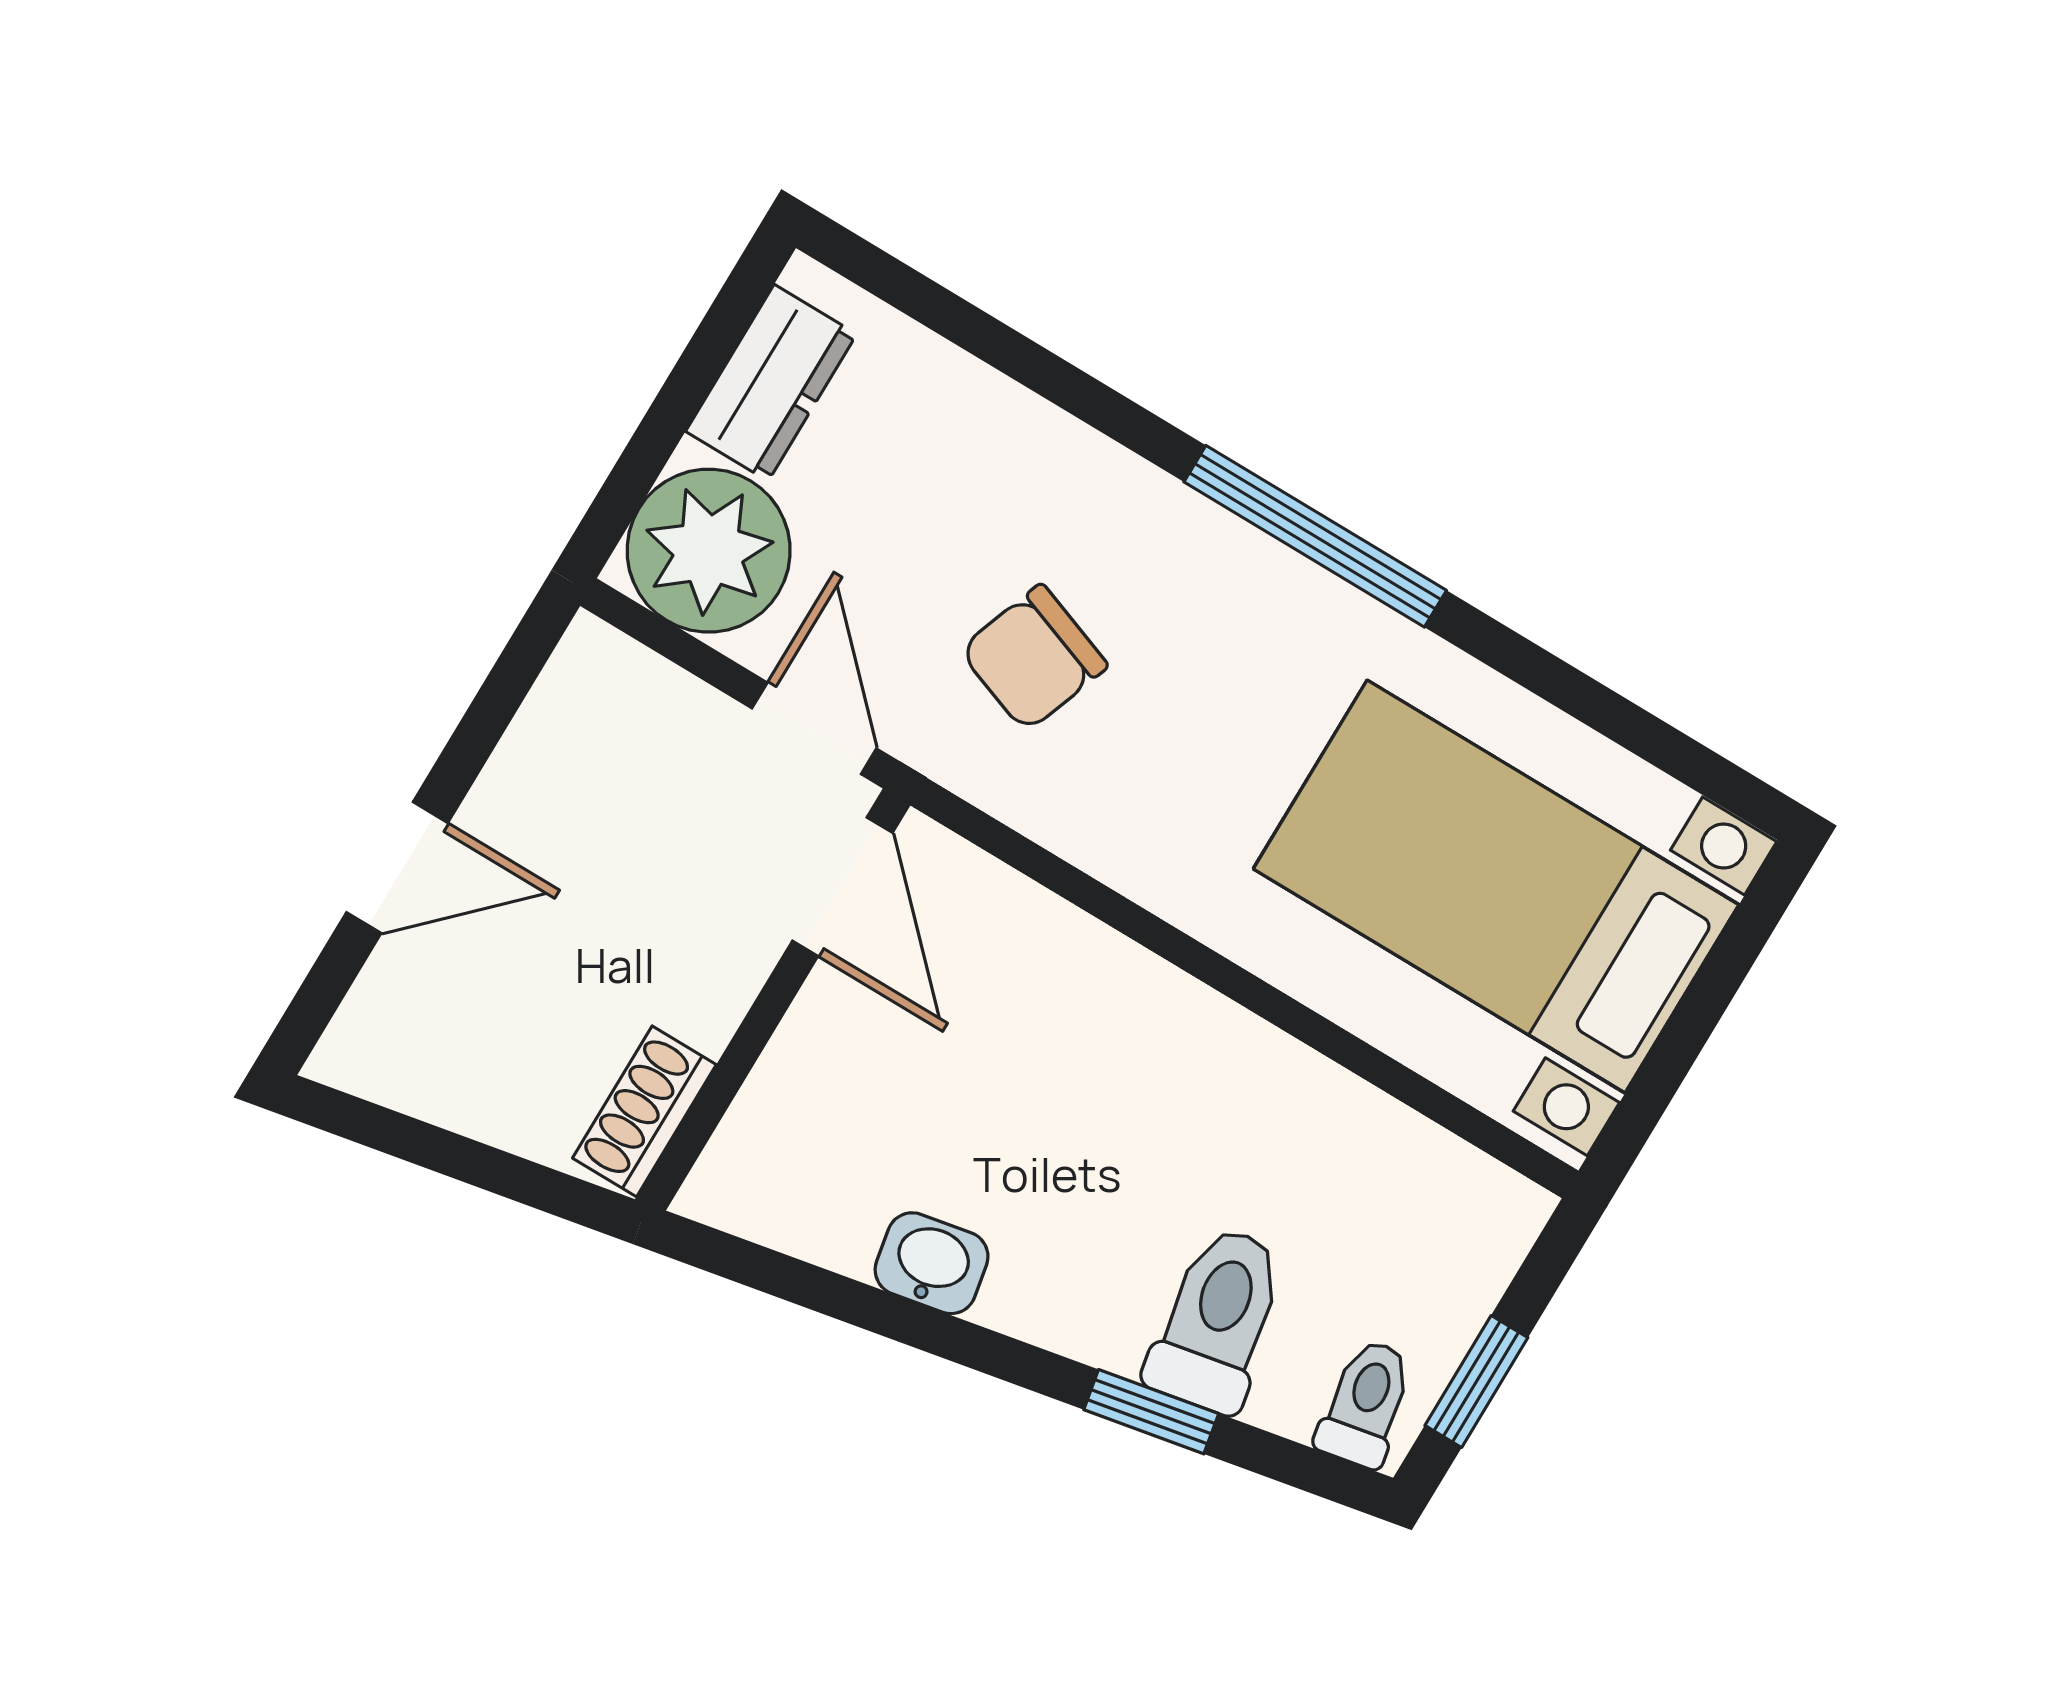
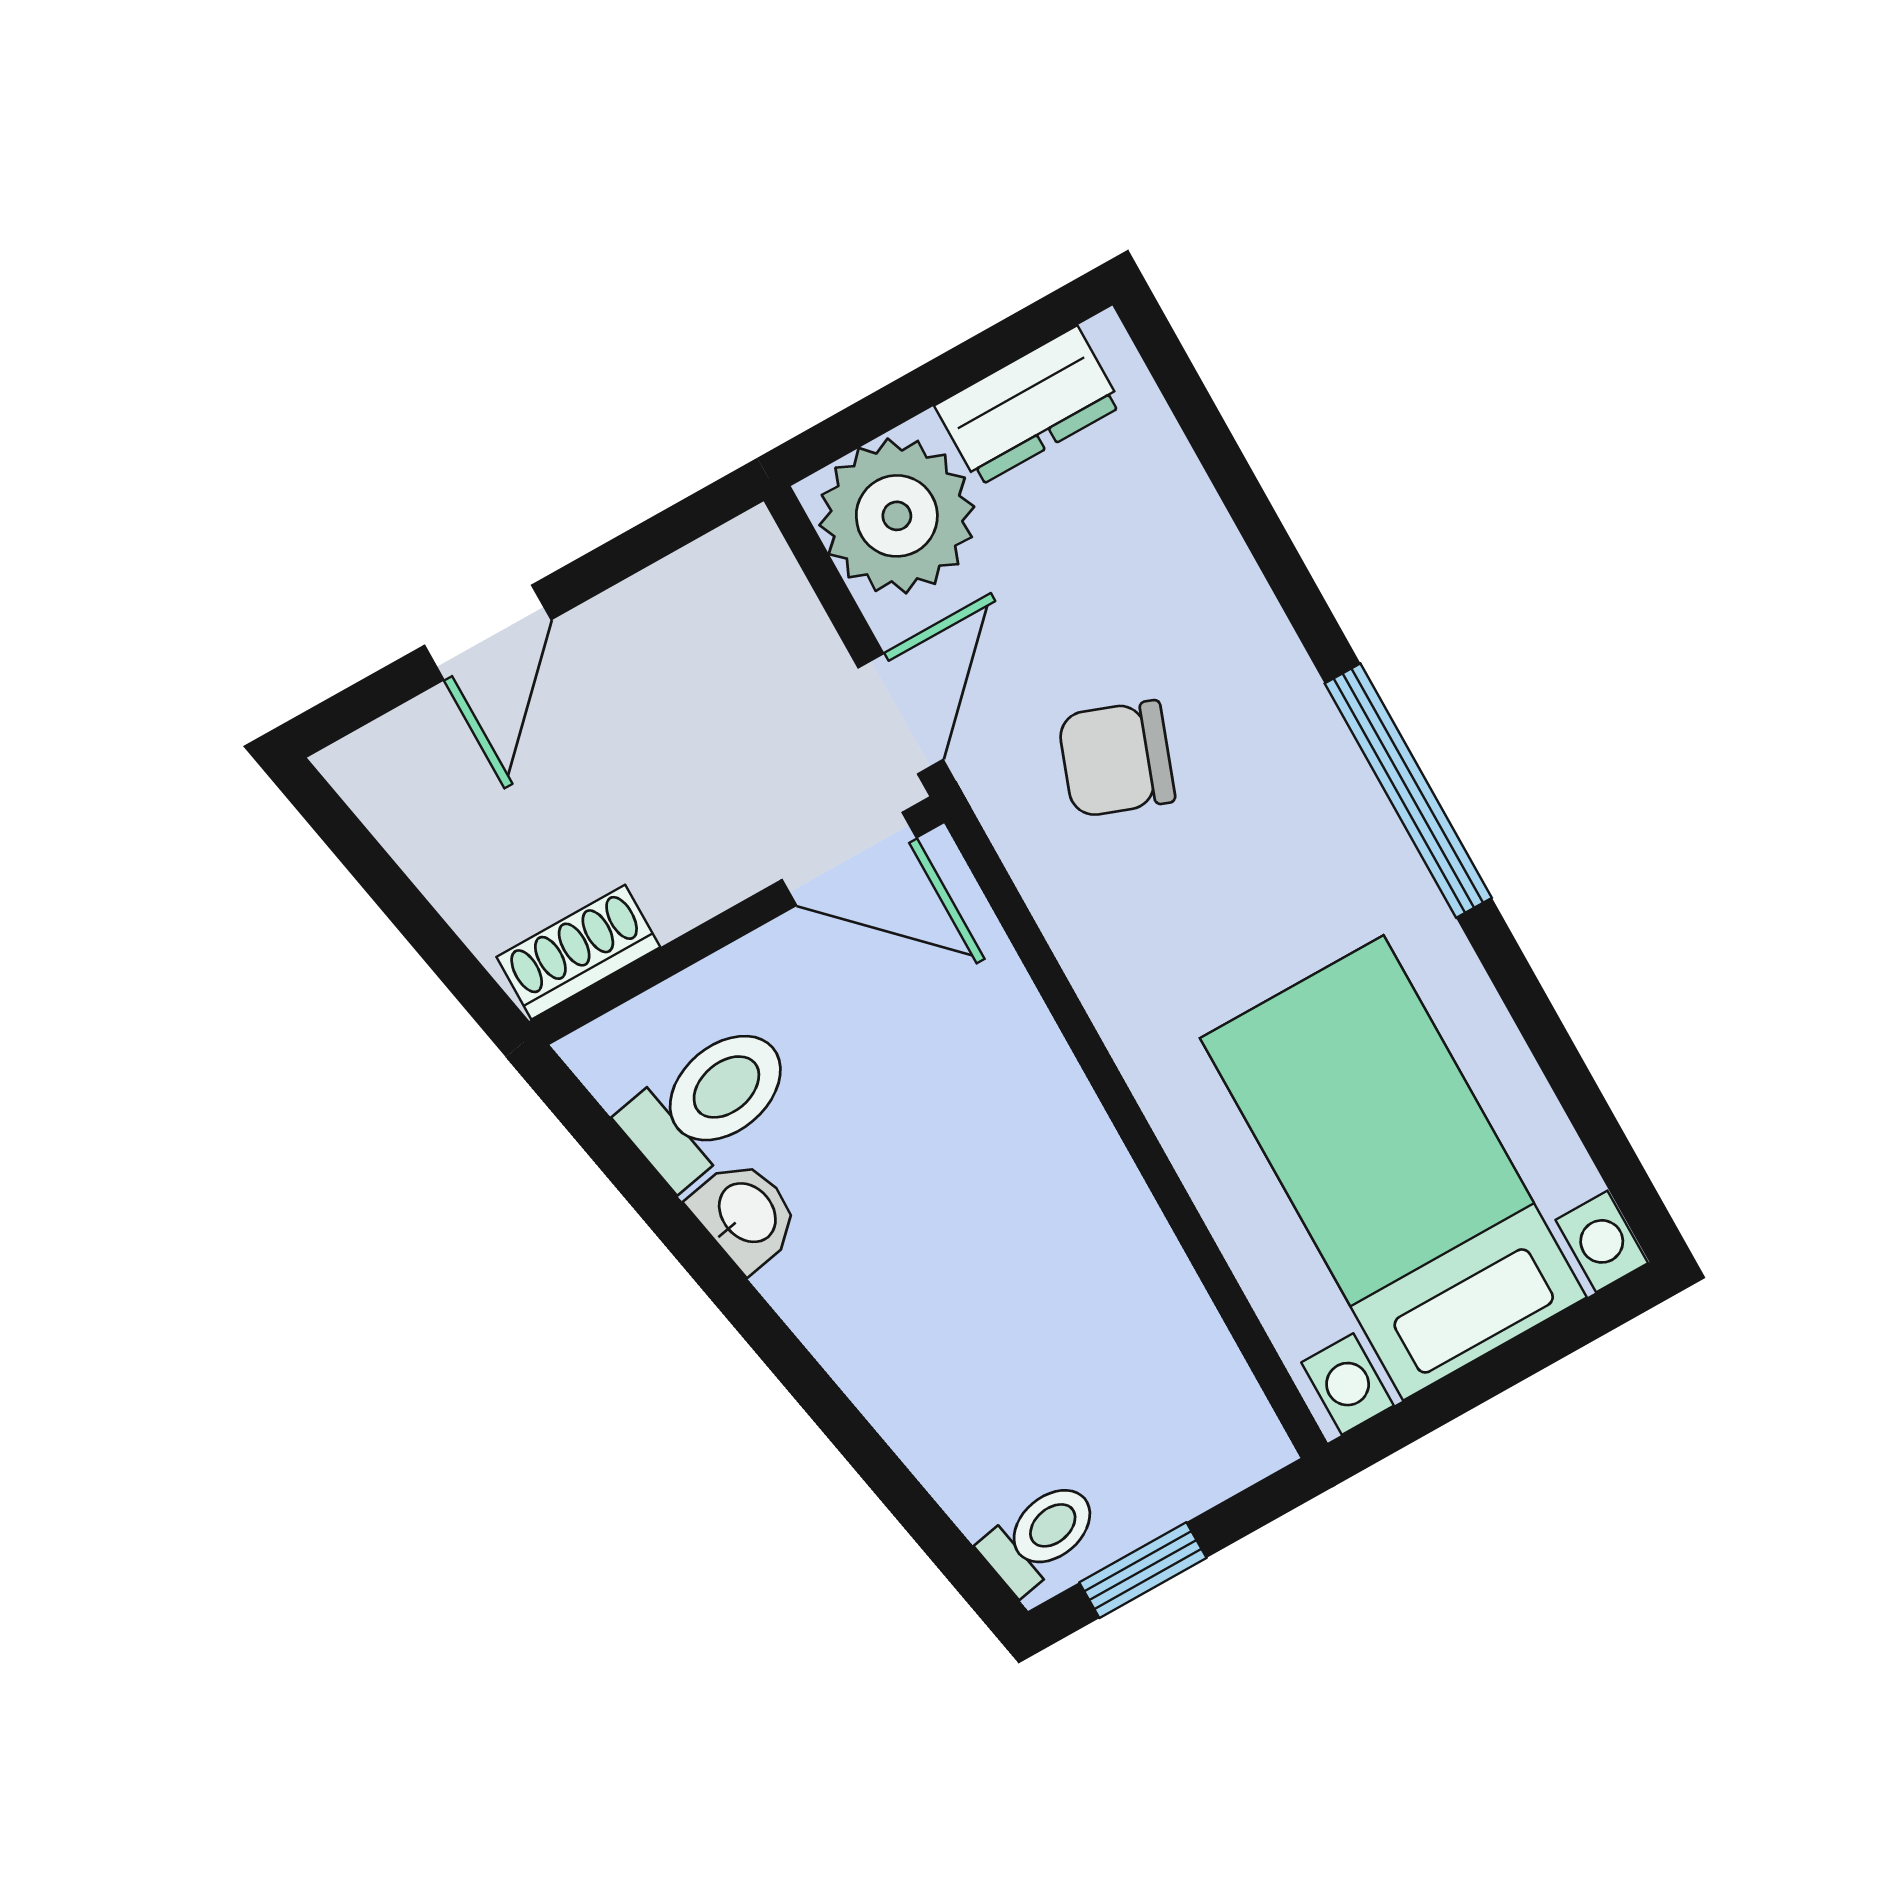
door: (397, 868) -> (488, 632), hinge flipped
door: (842, 887) -> (849, 859), hinge flipped
toilet: (1217, 1319) -> (708, 1102), moved
window: (1151, 1412) -> (858, 1442), removed

